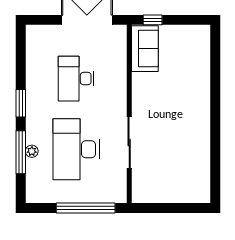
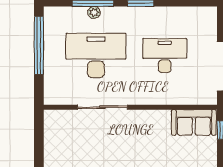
window: (86, 208) -> (39, 45), moved

